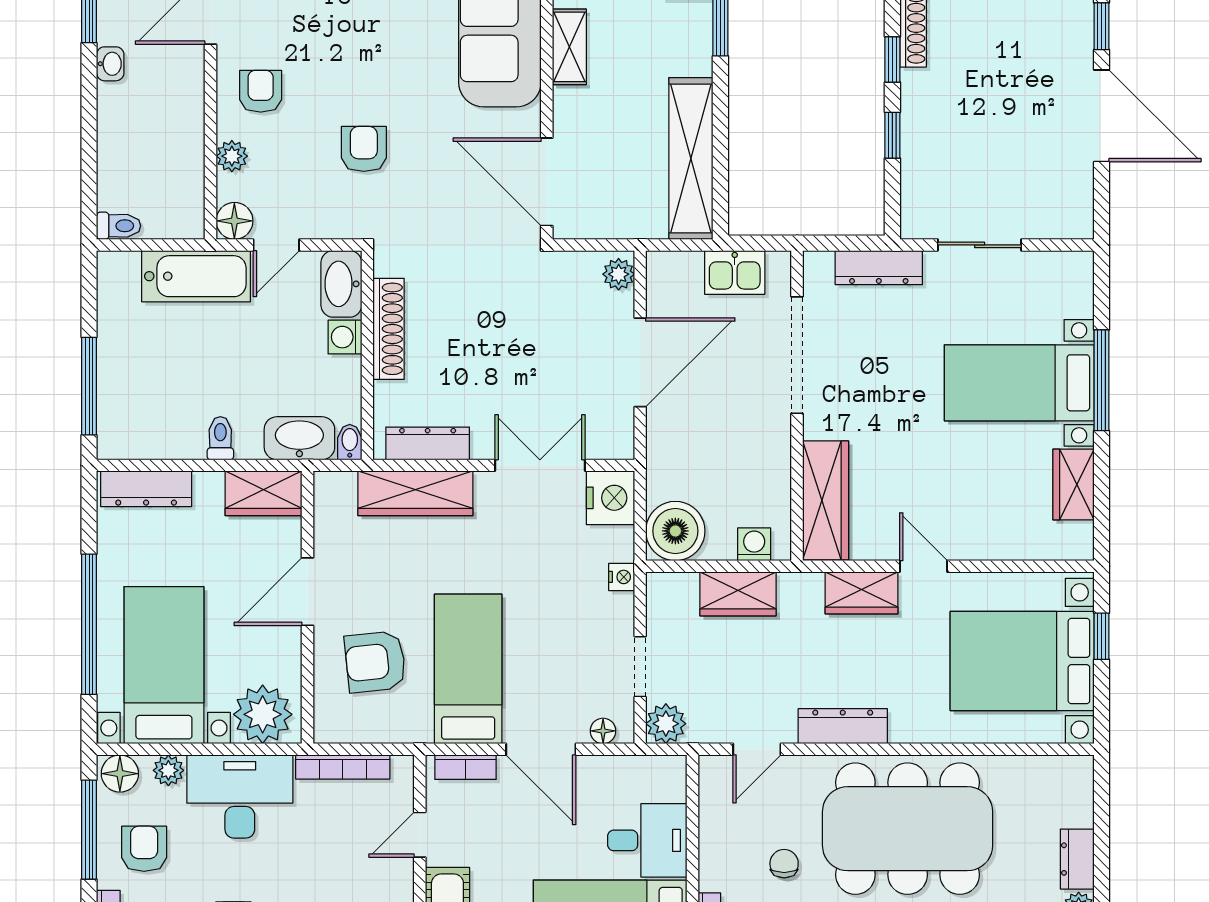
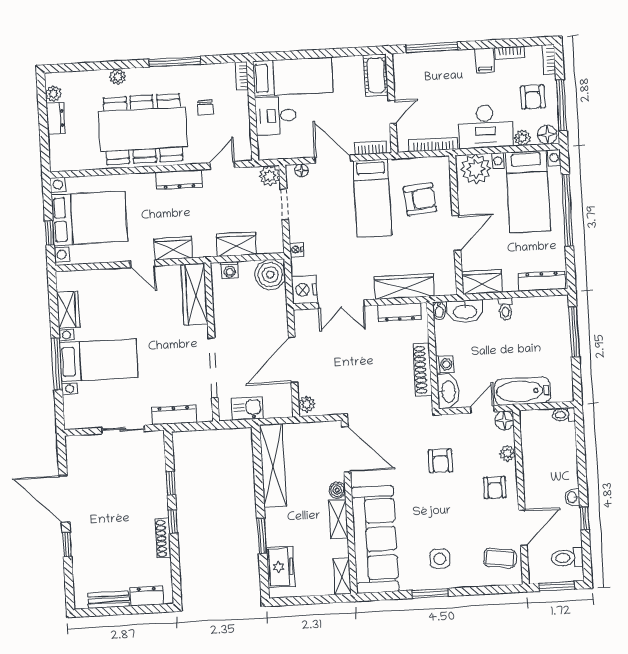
boiler: (568, 103) -> (337, 490), added

